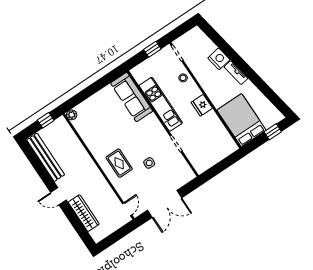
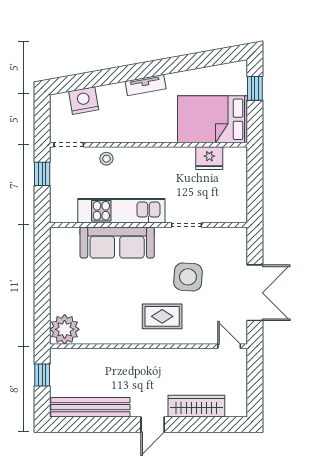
nightstand: (219, 59) -> (84, 101), moved
sofa: (132, 97) -> (117, 242), moved
fridge: (202, 105) -> (209, 158), moved
plant: (72, 115) -> (65, 329), width x1.88, depth x1.88
side table: (149, 163) -> (188, 277), width x1.87, depth x1.87

